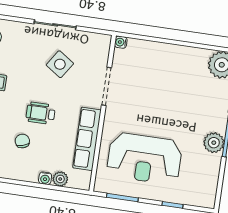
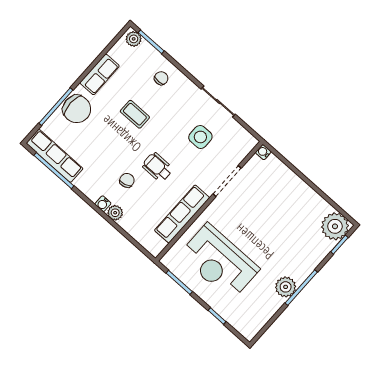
side table: (60, 64) -> (200, 137), turned -34
water cooler: (45, 178) -> (103, 204), moved
plant: (60, 179) -> (115, 213), moved

